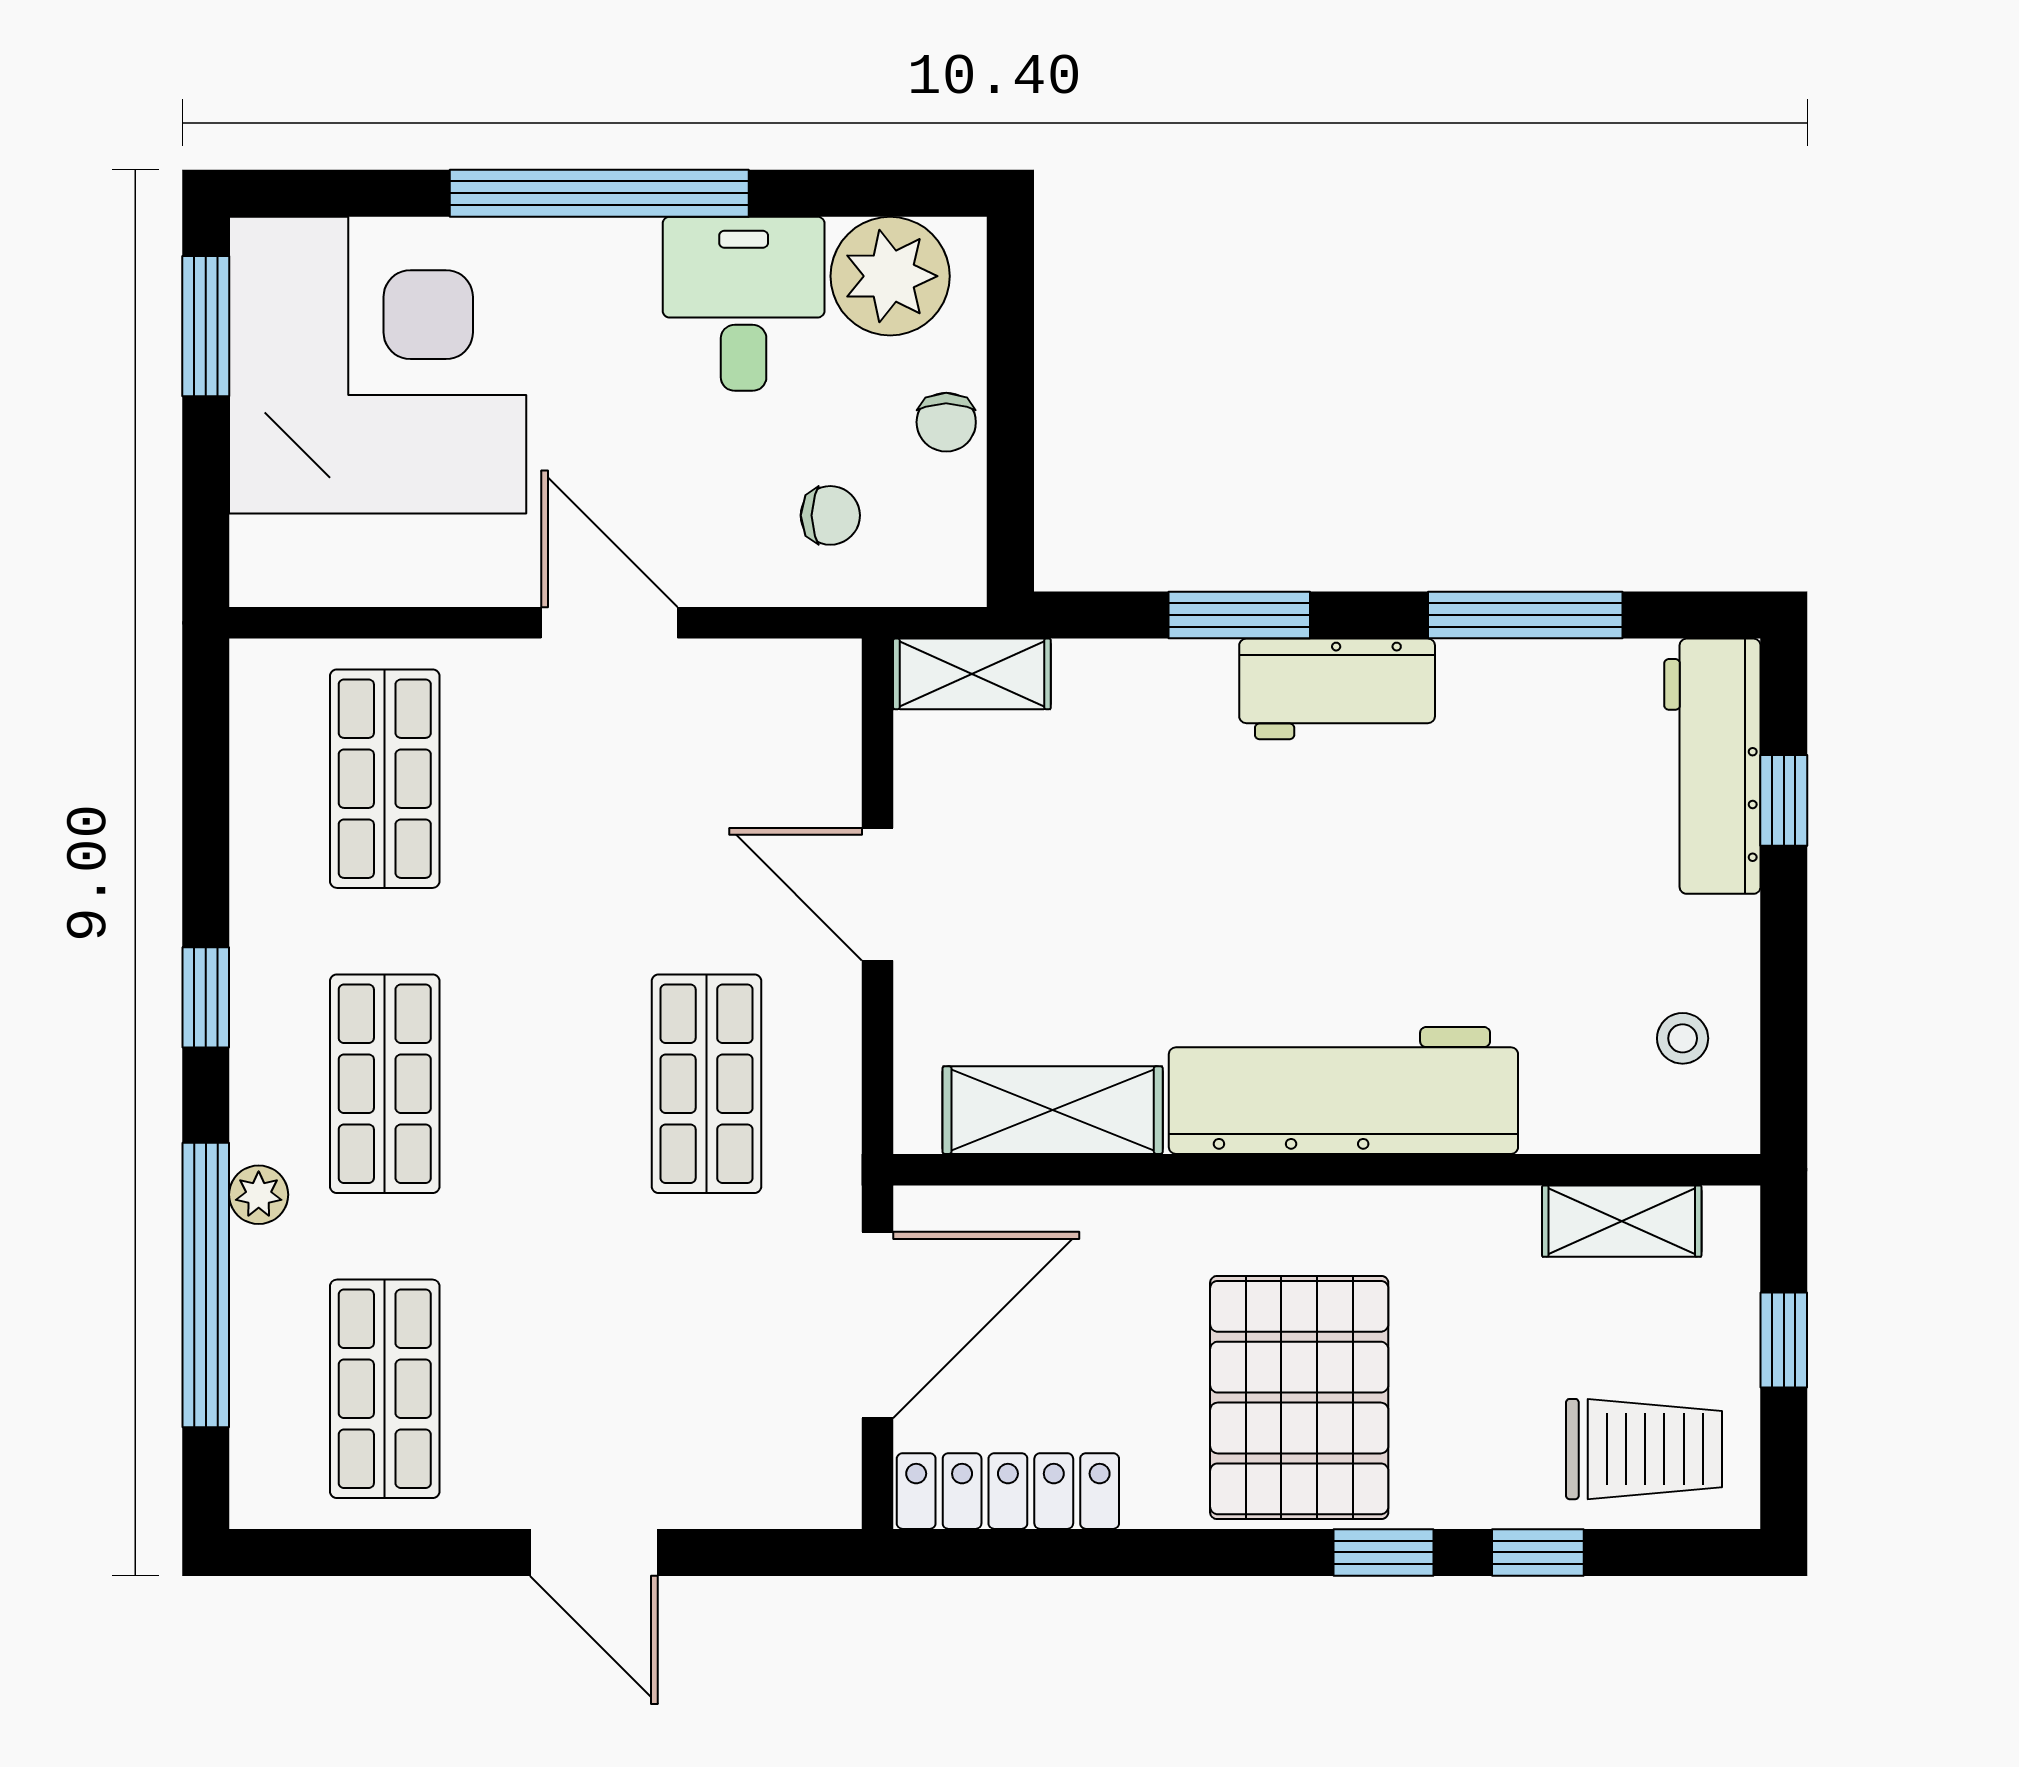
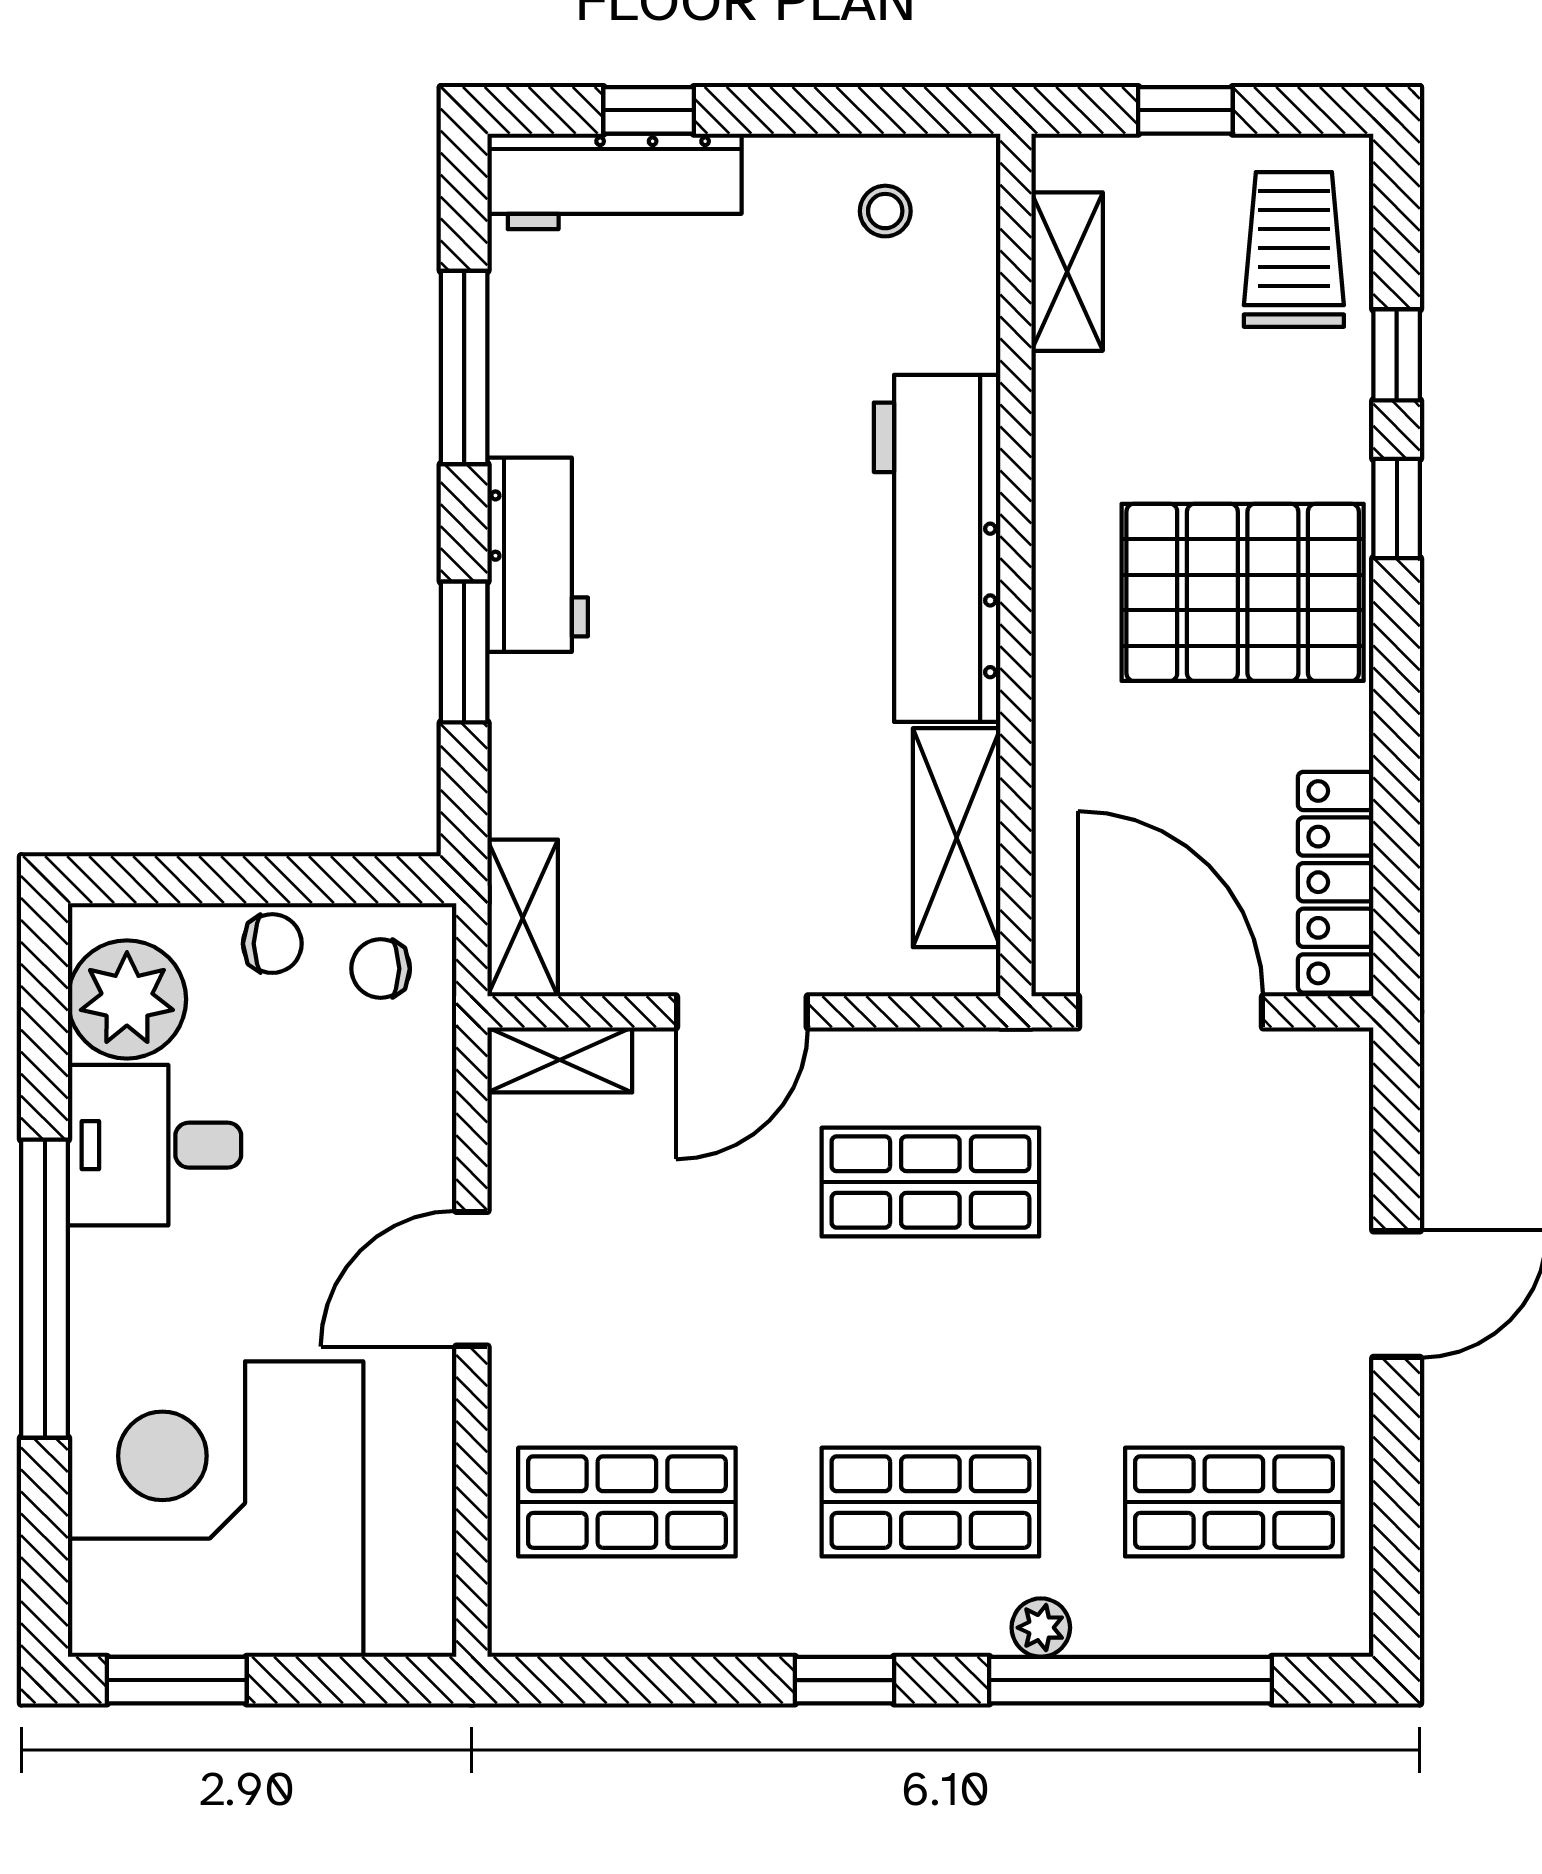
chair: (830, 515) -> (381, 969), moved, turned -90
shelving: (829, 711) -> (560, 1060), added

